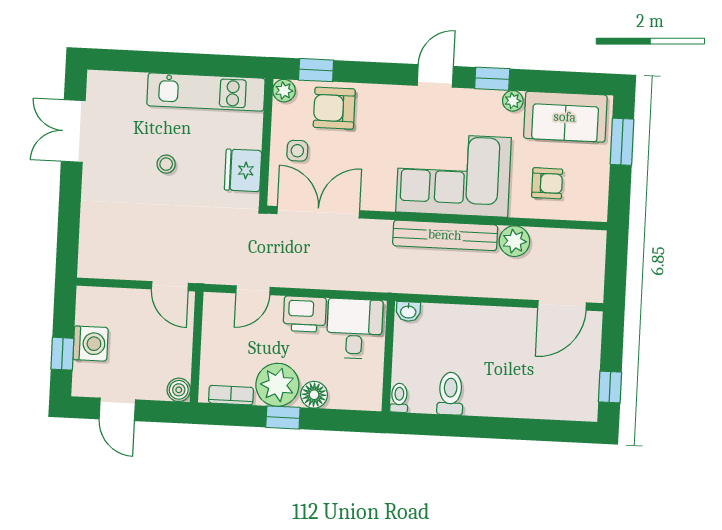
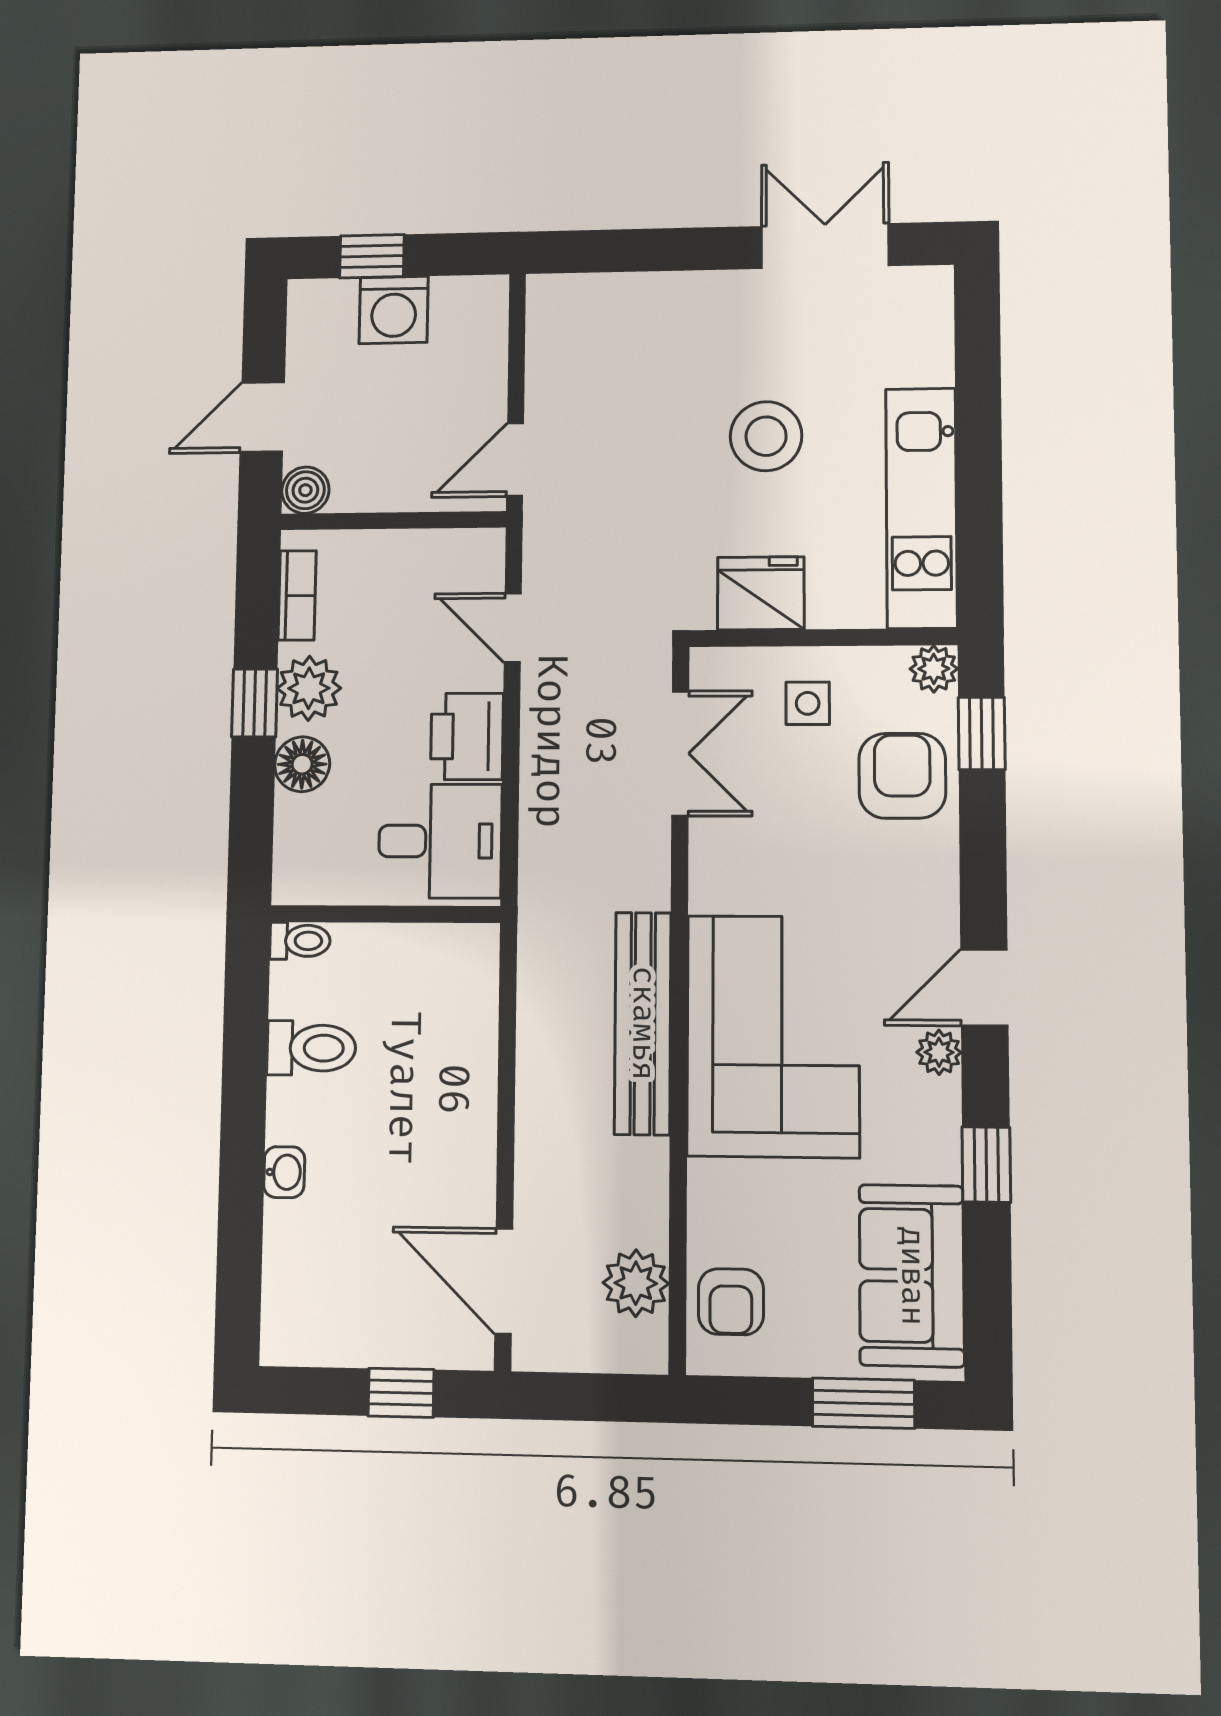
door: (435, 76) -> (984, 988), swing flipped
window: (492, 79) -> (986, 1164), moved
plant: (513, 101) -> (939, 1052), moved
stool: (166, 164) -> (766, 436), width x1.89, depth x1.89
armchair: (547, 183) -> (731, 1302), moved
double door: (318, 212) -> (680, 754), width x0.73
plant: (514, 241) -> (636, 1283), moved
washbasin: (408, 311) -> (284, 1172), moved, turned 180
plant: (277, 385) -> (309, 688), width x0.73, depth x0.73
window: (610, 387) -> (401, 1393), moved
door: (117, 409) -> (262, 417), moved

